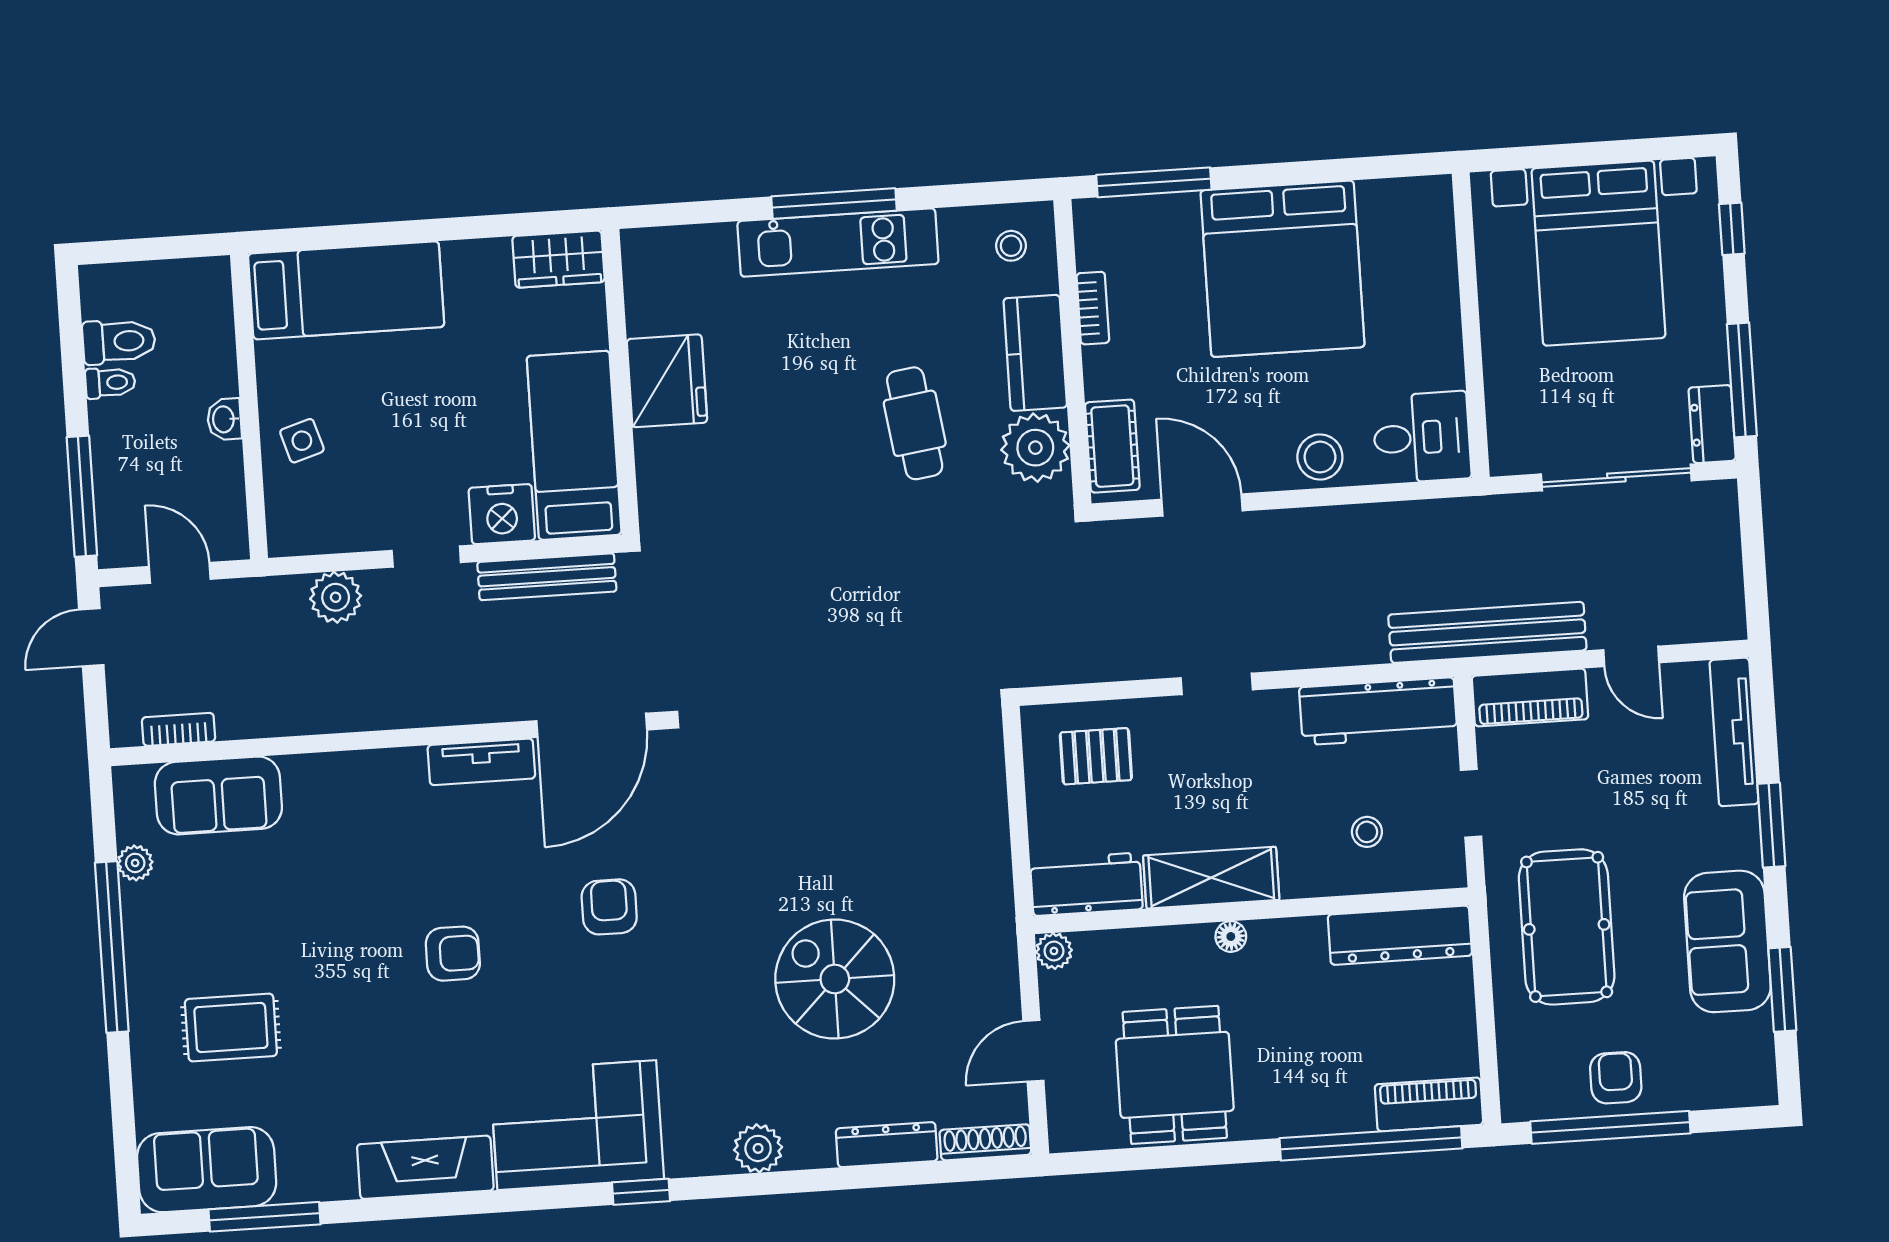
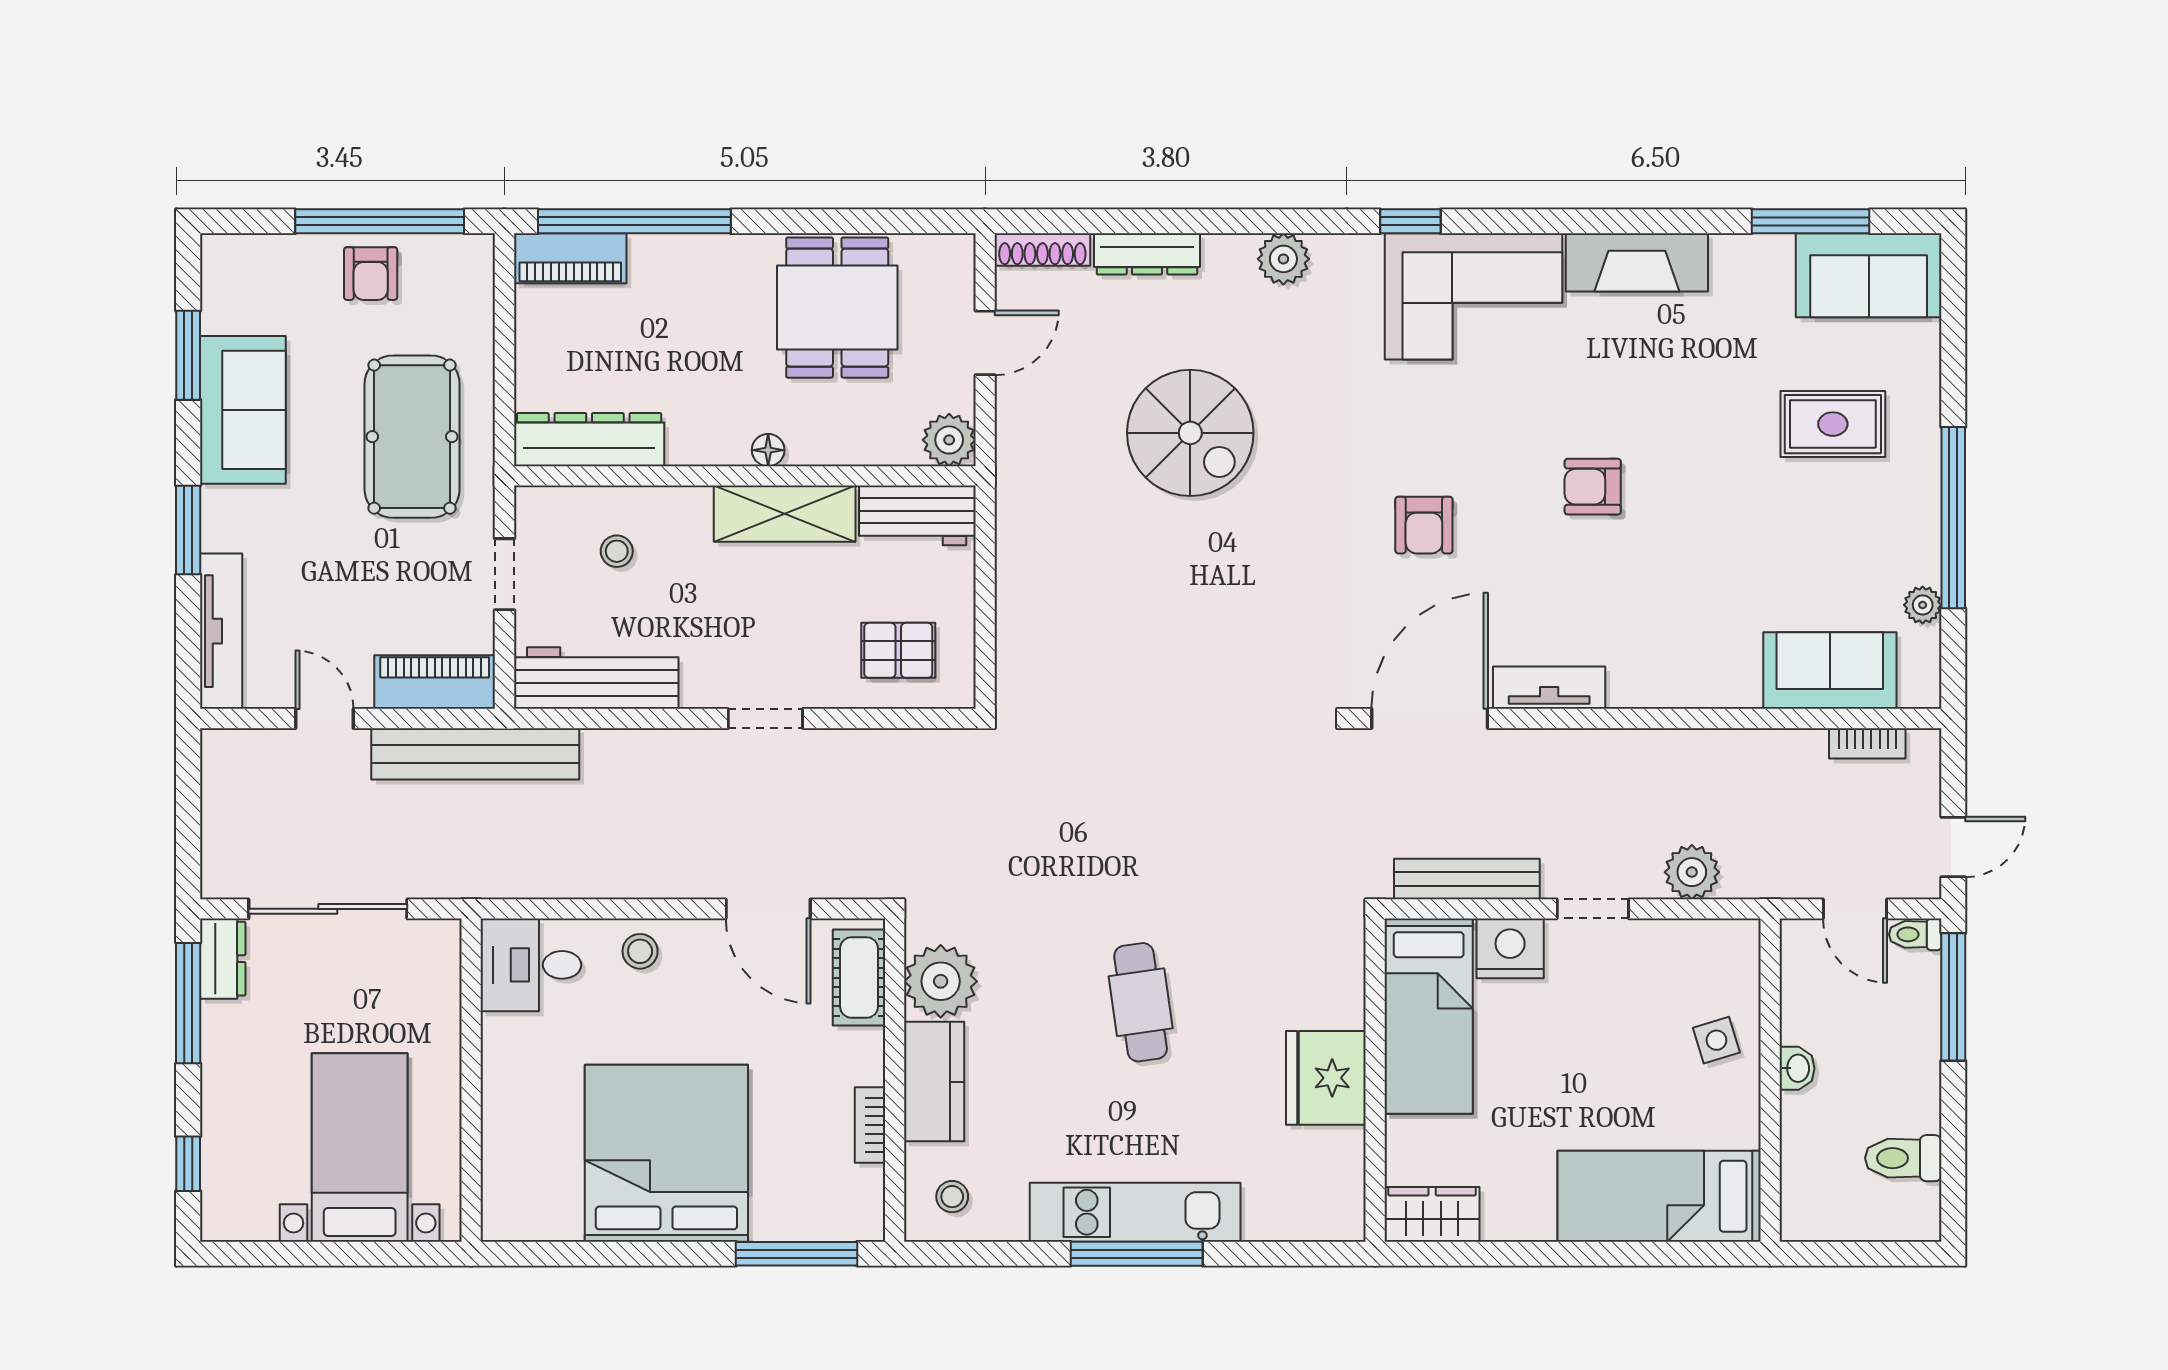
bed with nightstands: (1598, 253) -> (360, 1148), width x0.73
toilet: (110, 383) -> (1915, 934), moved
cafe table: (915, 423) -> (1141, 1002), moved
stool: (1320, 457) -> (640, 951), width x0.73, depth x0.73
plant: (1054, 951) -> (949, 440), width x1.38, depth x1.38

